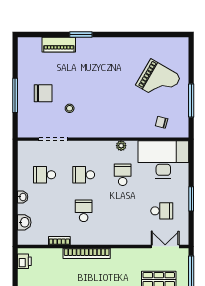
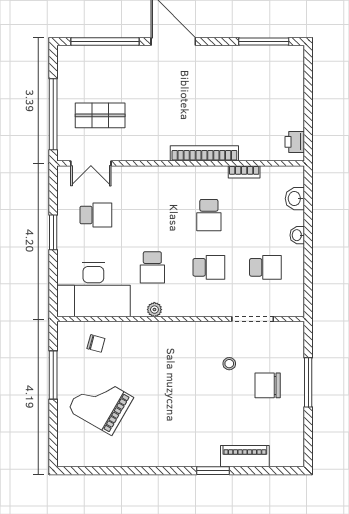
school desk: (162, 211) -> (96, 215), turned 180

